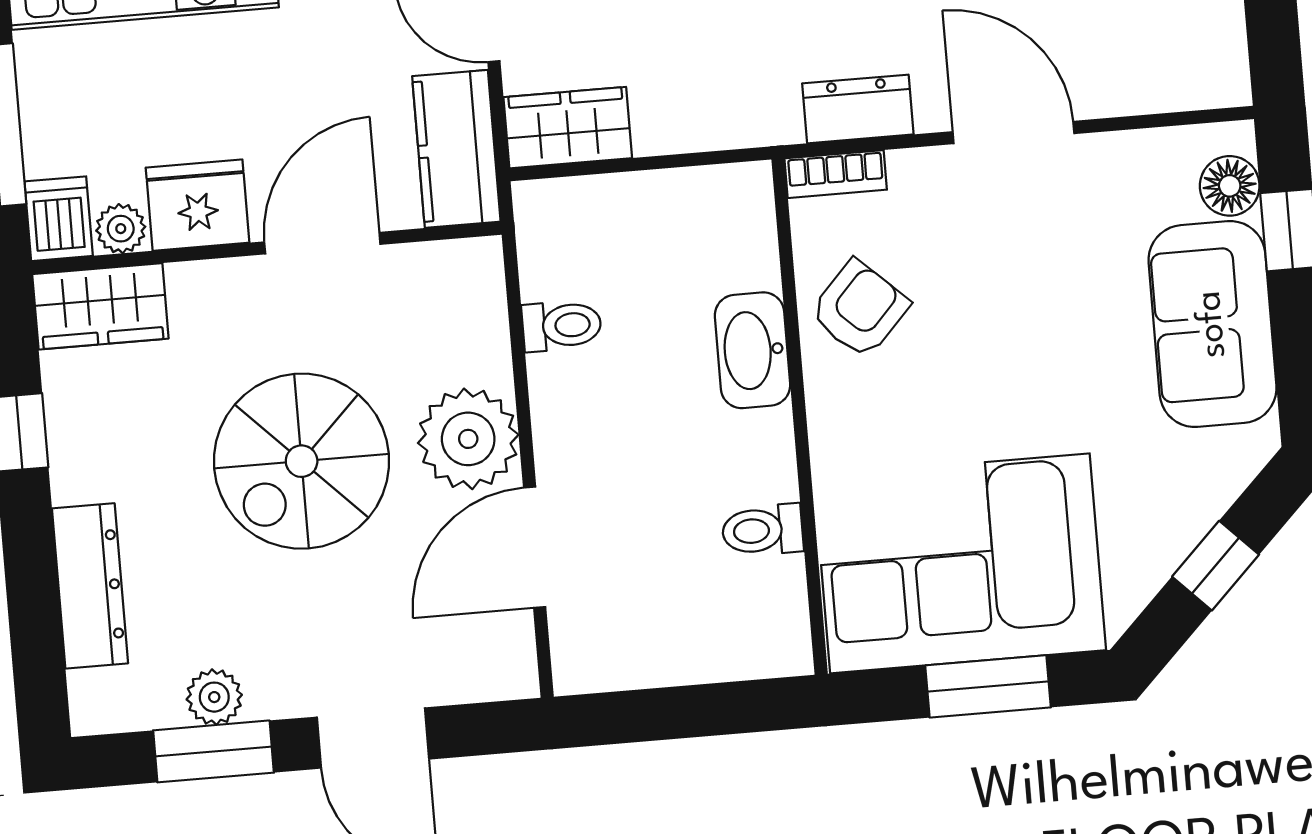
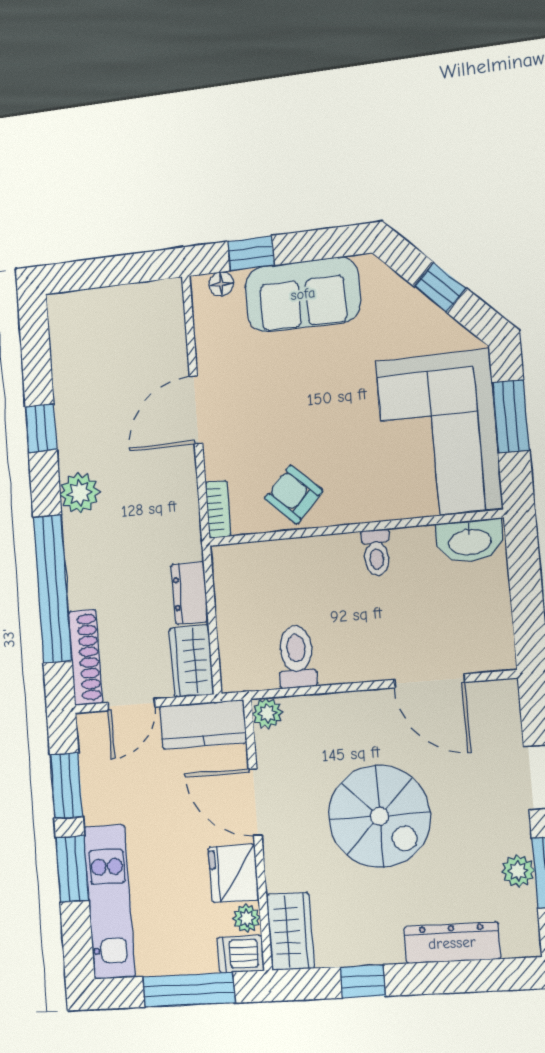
dresser: (858, 109) -> (190, 593), moved
floor lamp: (1230, 186) -> (221, 284), width x0.73, depth x0.73
toilet: (562, 326) -> (297, 657), width x1.37, depth x1.39
washbasin: (753, 350) -> (470, 541), moved
plant: (468, 439) -> (267, 713), moved, width x0.53, depth x0.53
toilet: (763, 530) -> (376, 553), moved

